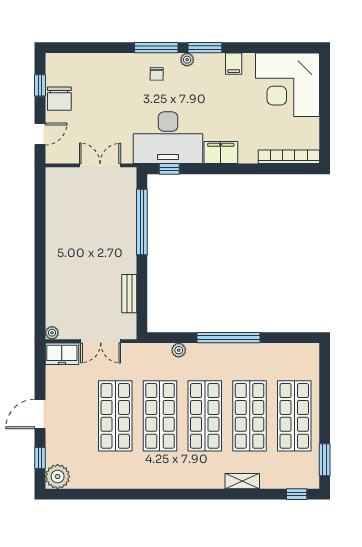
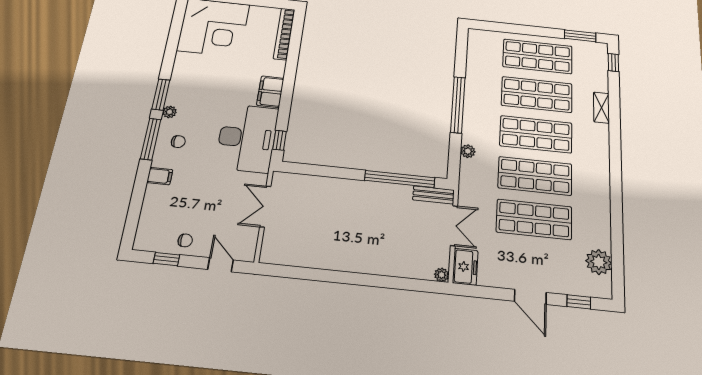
filing cabinet: (234, 64) -> (160, 176), moved
chair: (59, 99) -> (185, 240), width x0.54, depth x0.54
window: (142, 222) -> (400, 179), moved
bench: (129, 294) -> (434, 195), moved
plant: (58, 477) -> (599, 262), moved

